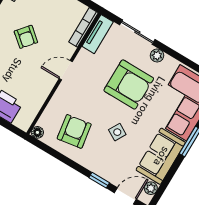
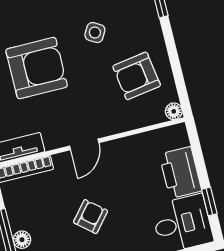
door: (66, 70) -> (84, 144), hinge flipped
armchair: (129, 84) -> (37, 68), turned 90

